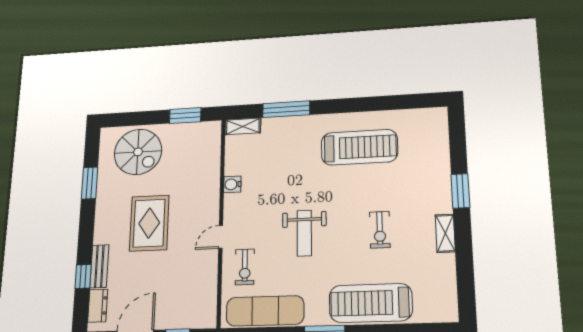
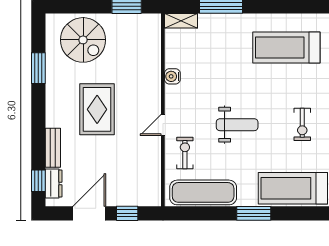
treadmill: (359, 147) -> (286, 47), turned 180
weight bench: (304, 233) -> (237, 125), turned -90
exercise bike: (245, 267) -> (185, 153), turned 180
window: (83, 276) -> (38, 181), moved

